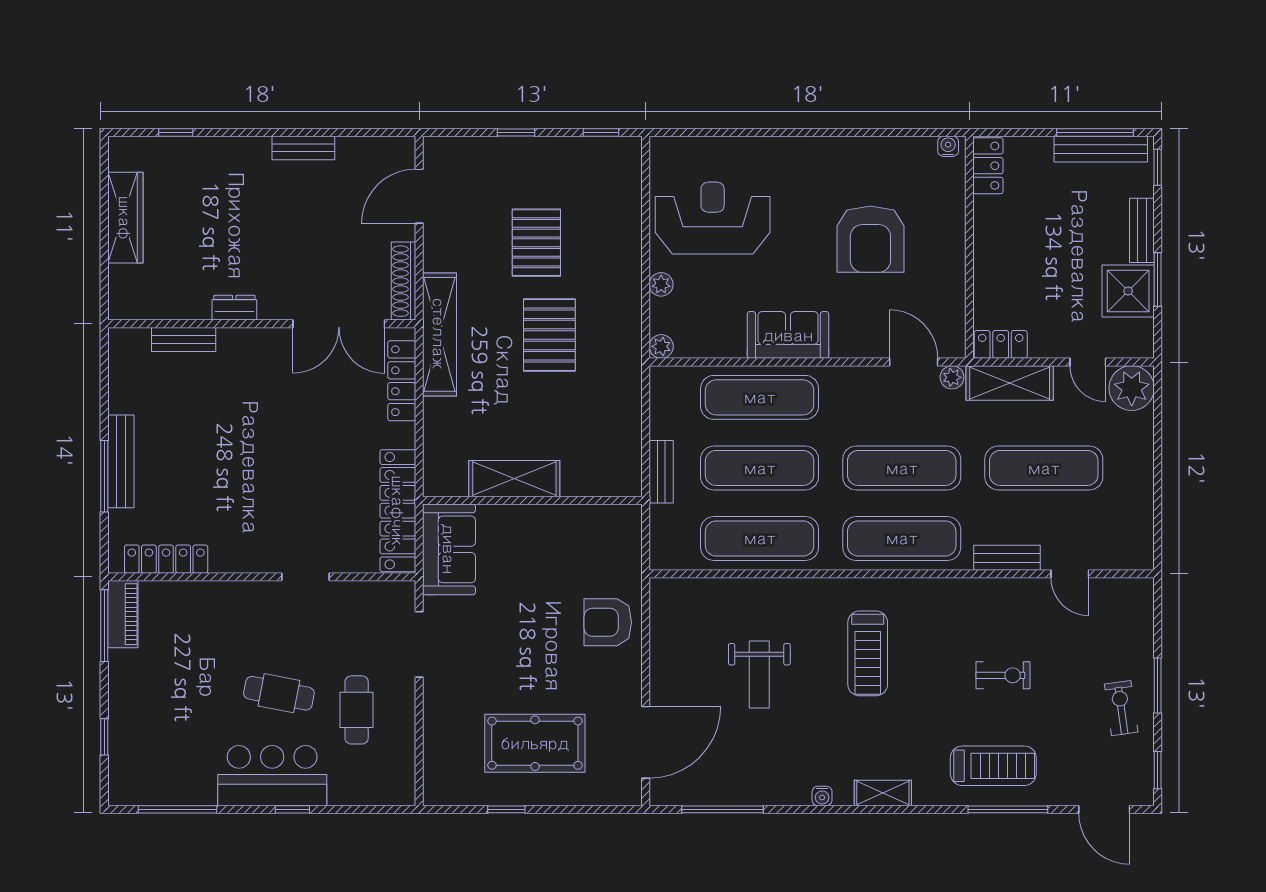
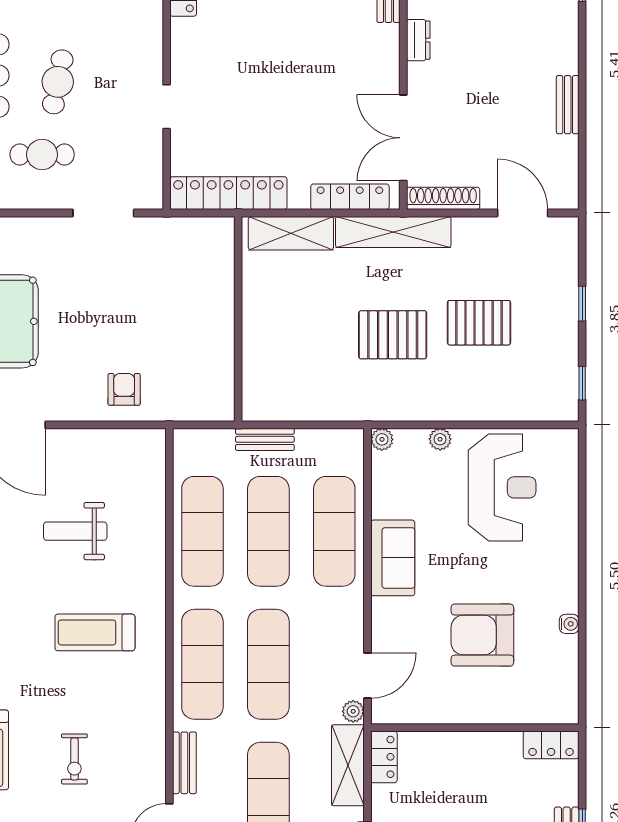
water cooler: (948, 146) -> (569, 624), moved
shelving: (514, 479) -> (291, 233), moved, turned 90
sofa: (449, 549) -> (192, 241), removed
armchair: (608, 622) -> (124, 389), width x0.72, depth x0.72

